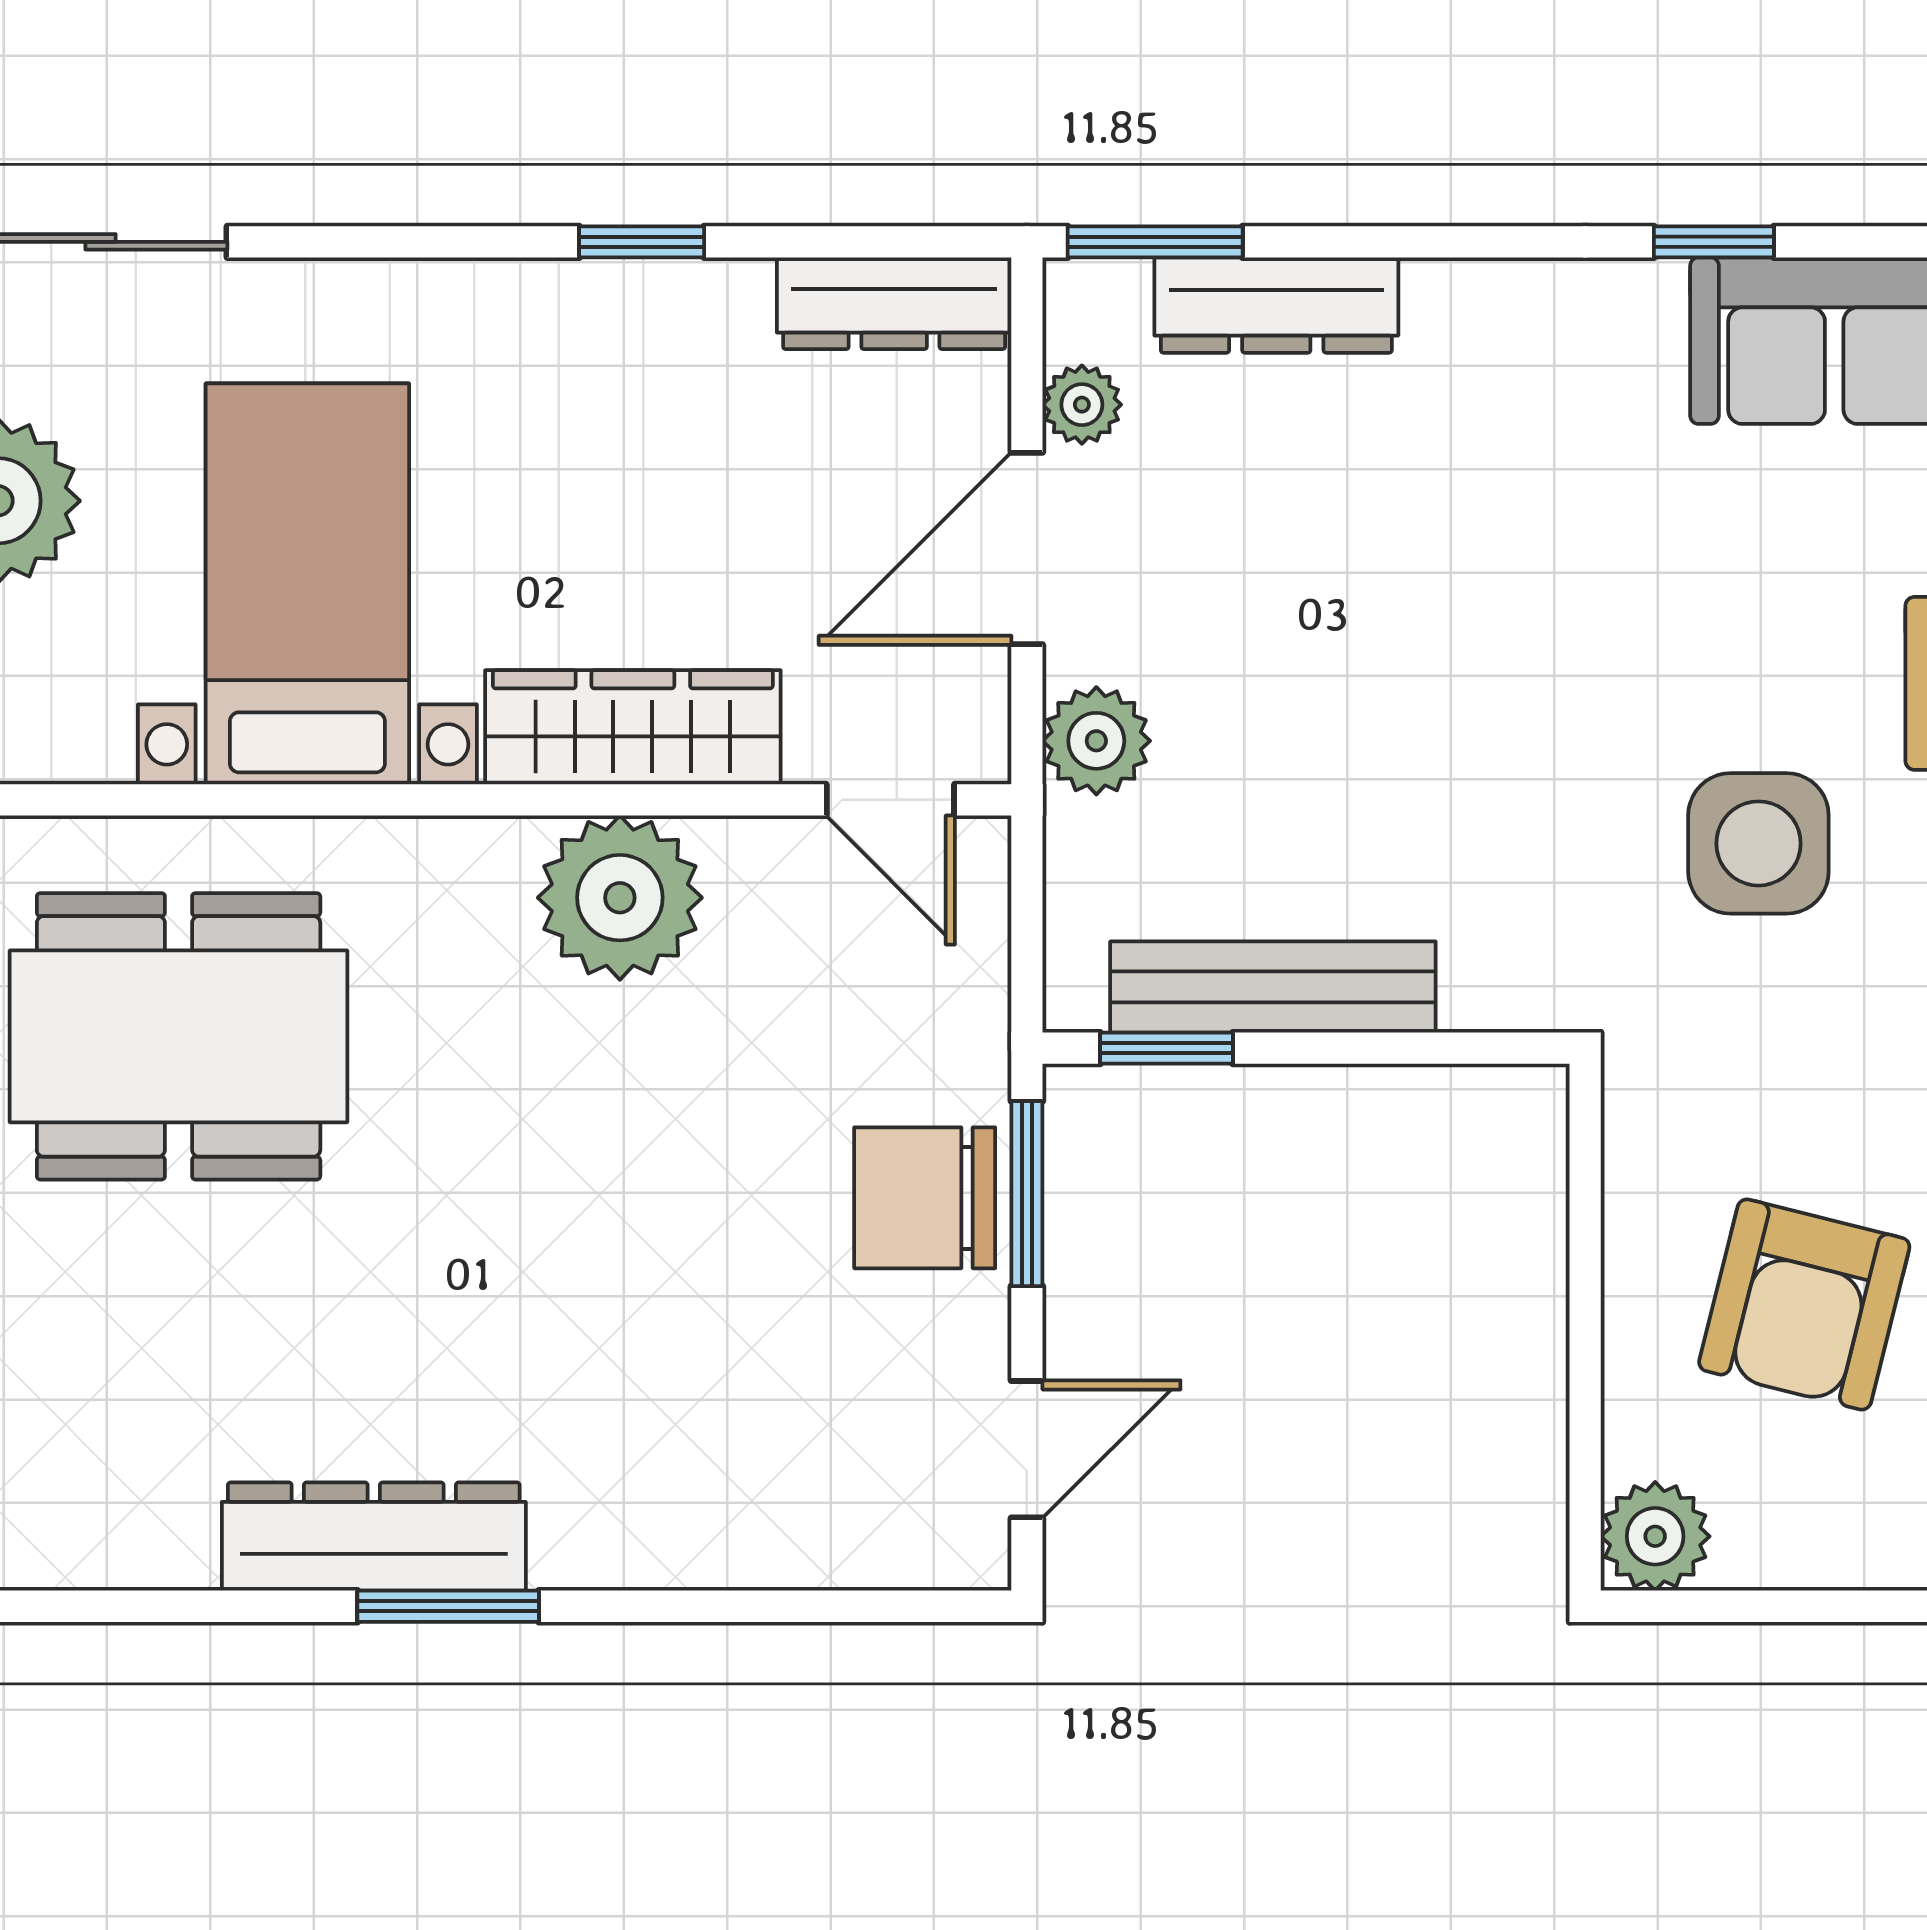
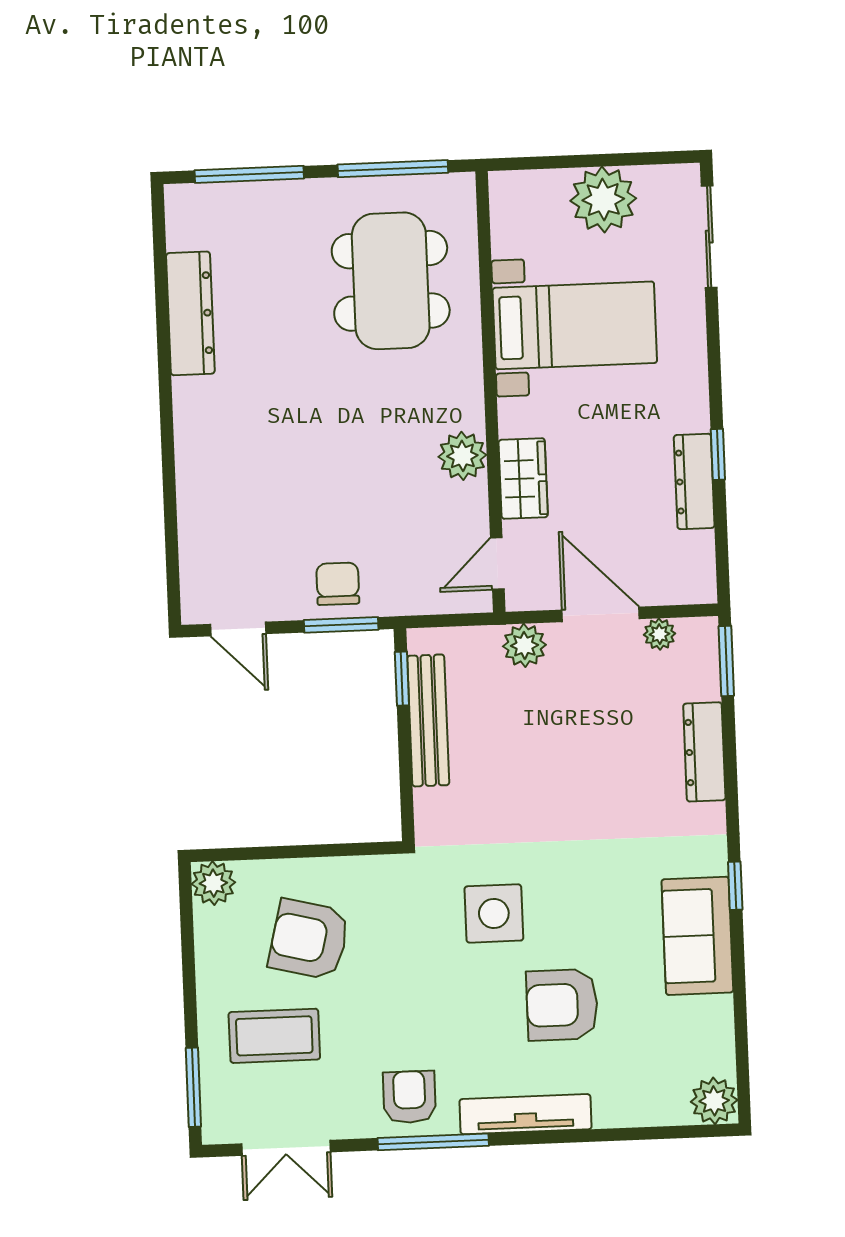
dresser: (894, 303) -> (694, 481), moved
dresser: (1276, 305) -> (704, 752), moved
wardrobe: (633, 727) -> (523, 479), width x0.67
plant: (620, 898) -> (462, 456), width x0.73, depth x0.73
chair: (925, 1198) -> (338, 584), width x0.73, depth x0.73
dresser: (374, 1537) -> (190, 313), moved
window: (448, 1606) -> (166, 399), removed

